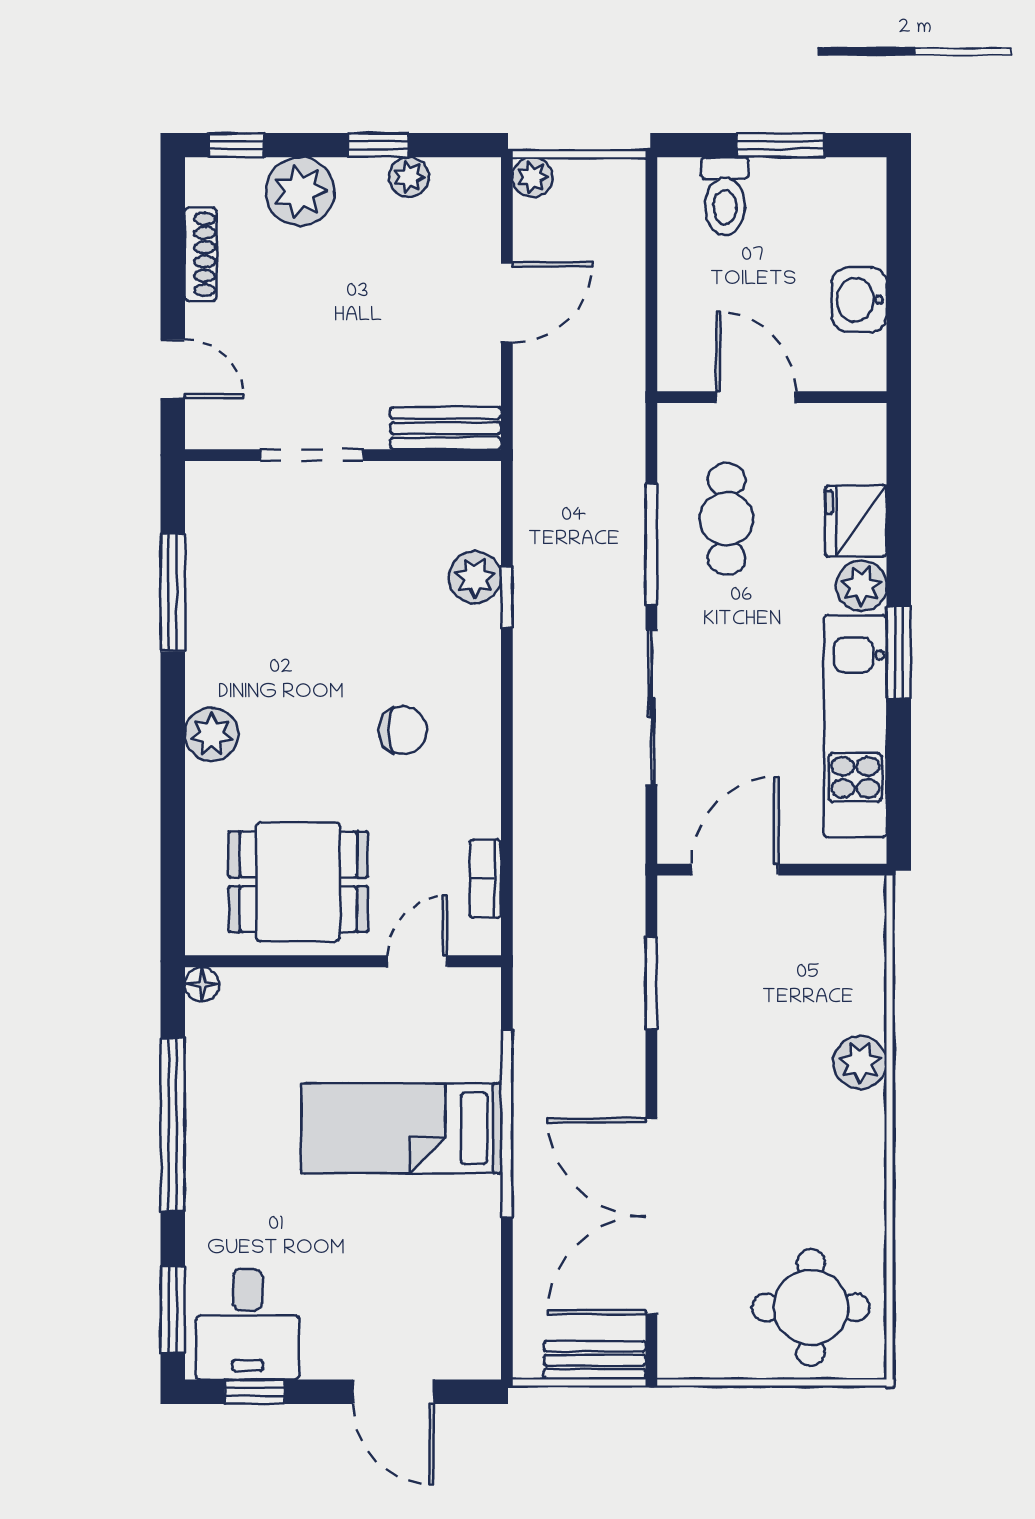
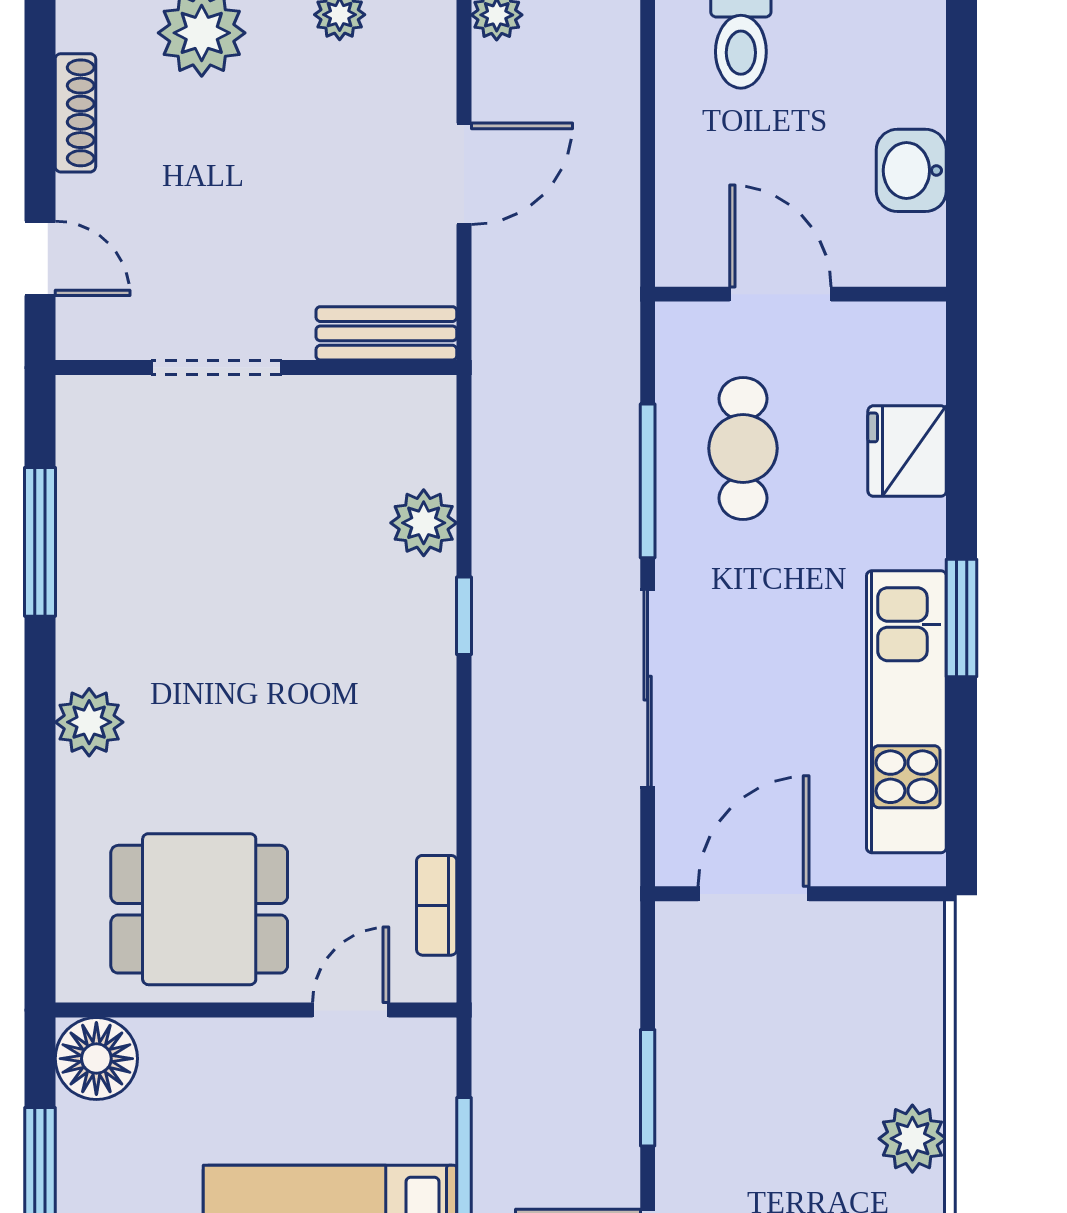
plant: (861, 586) -> (914, 534), removed
window: (507, 597) -> (464, 616), moved
chair: (403, 730) -> (332, 717), removed
window: (651, 983) -> (648, 1088), moved
floor lamp: (202, 984) -> (96, 1059), width x1.89, depth x1.89

